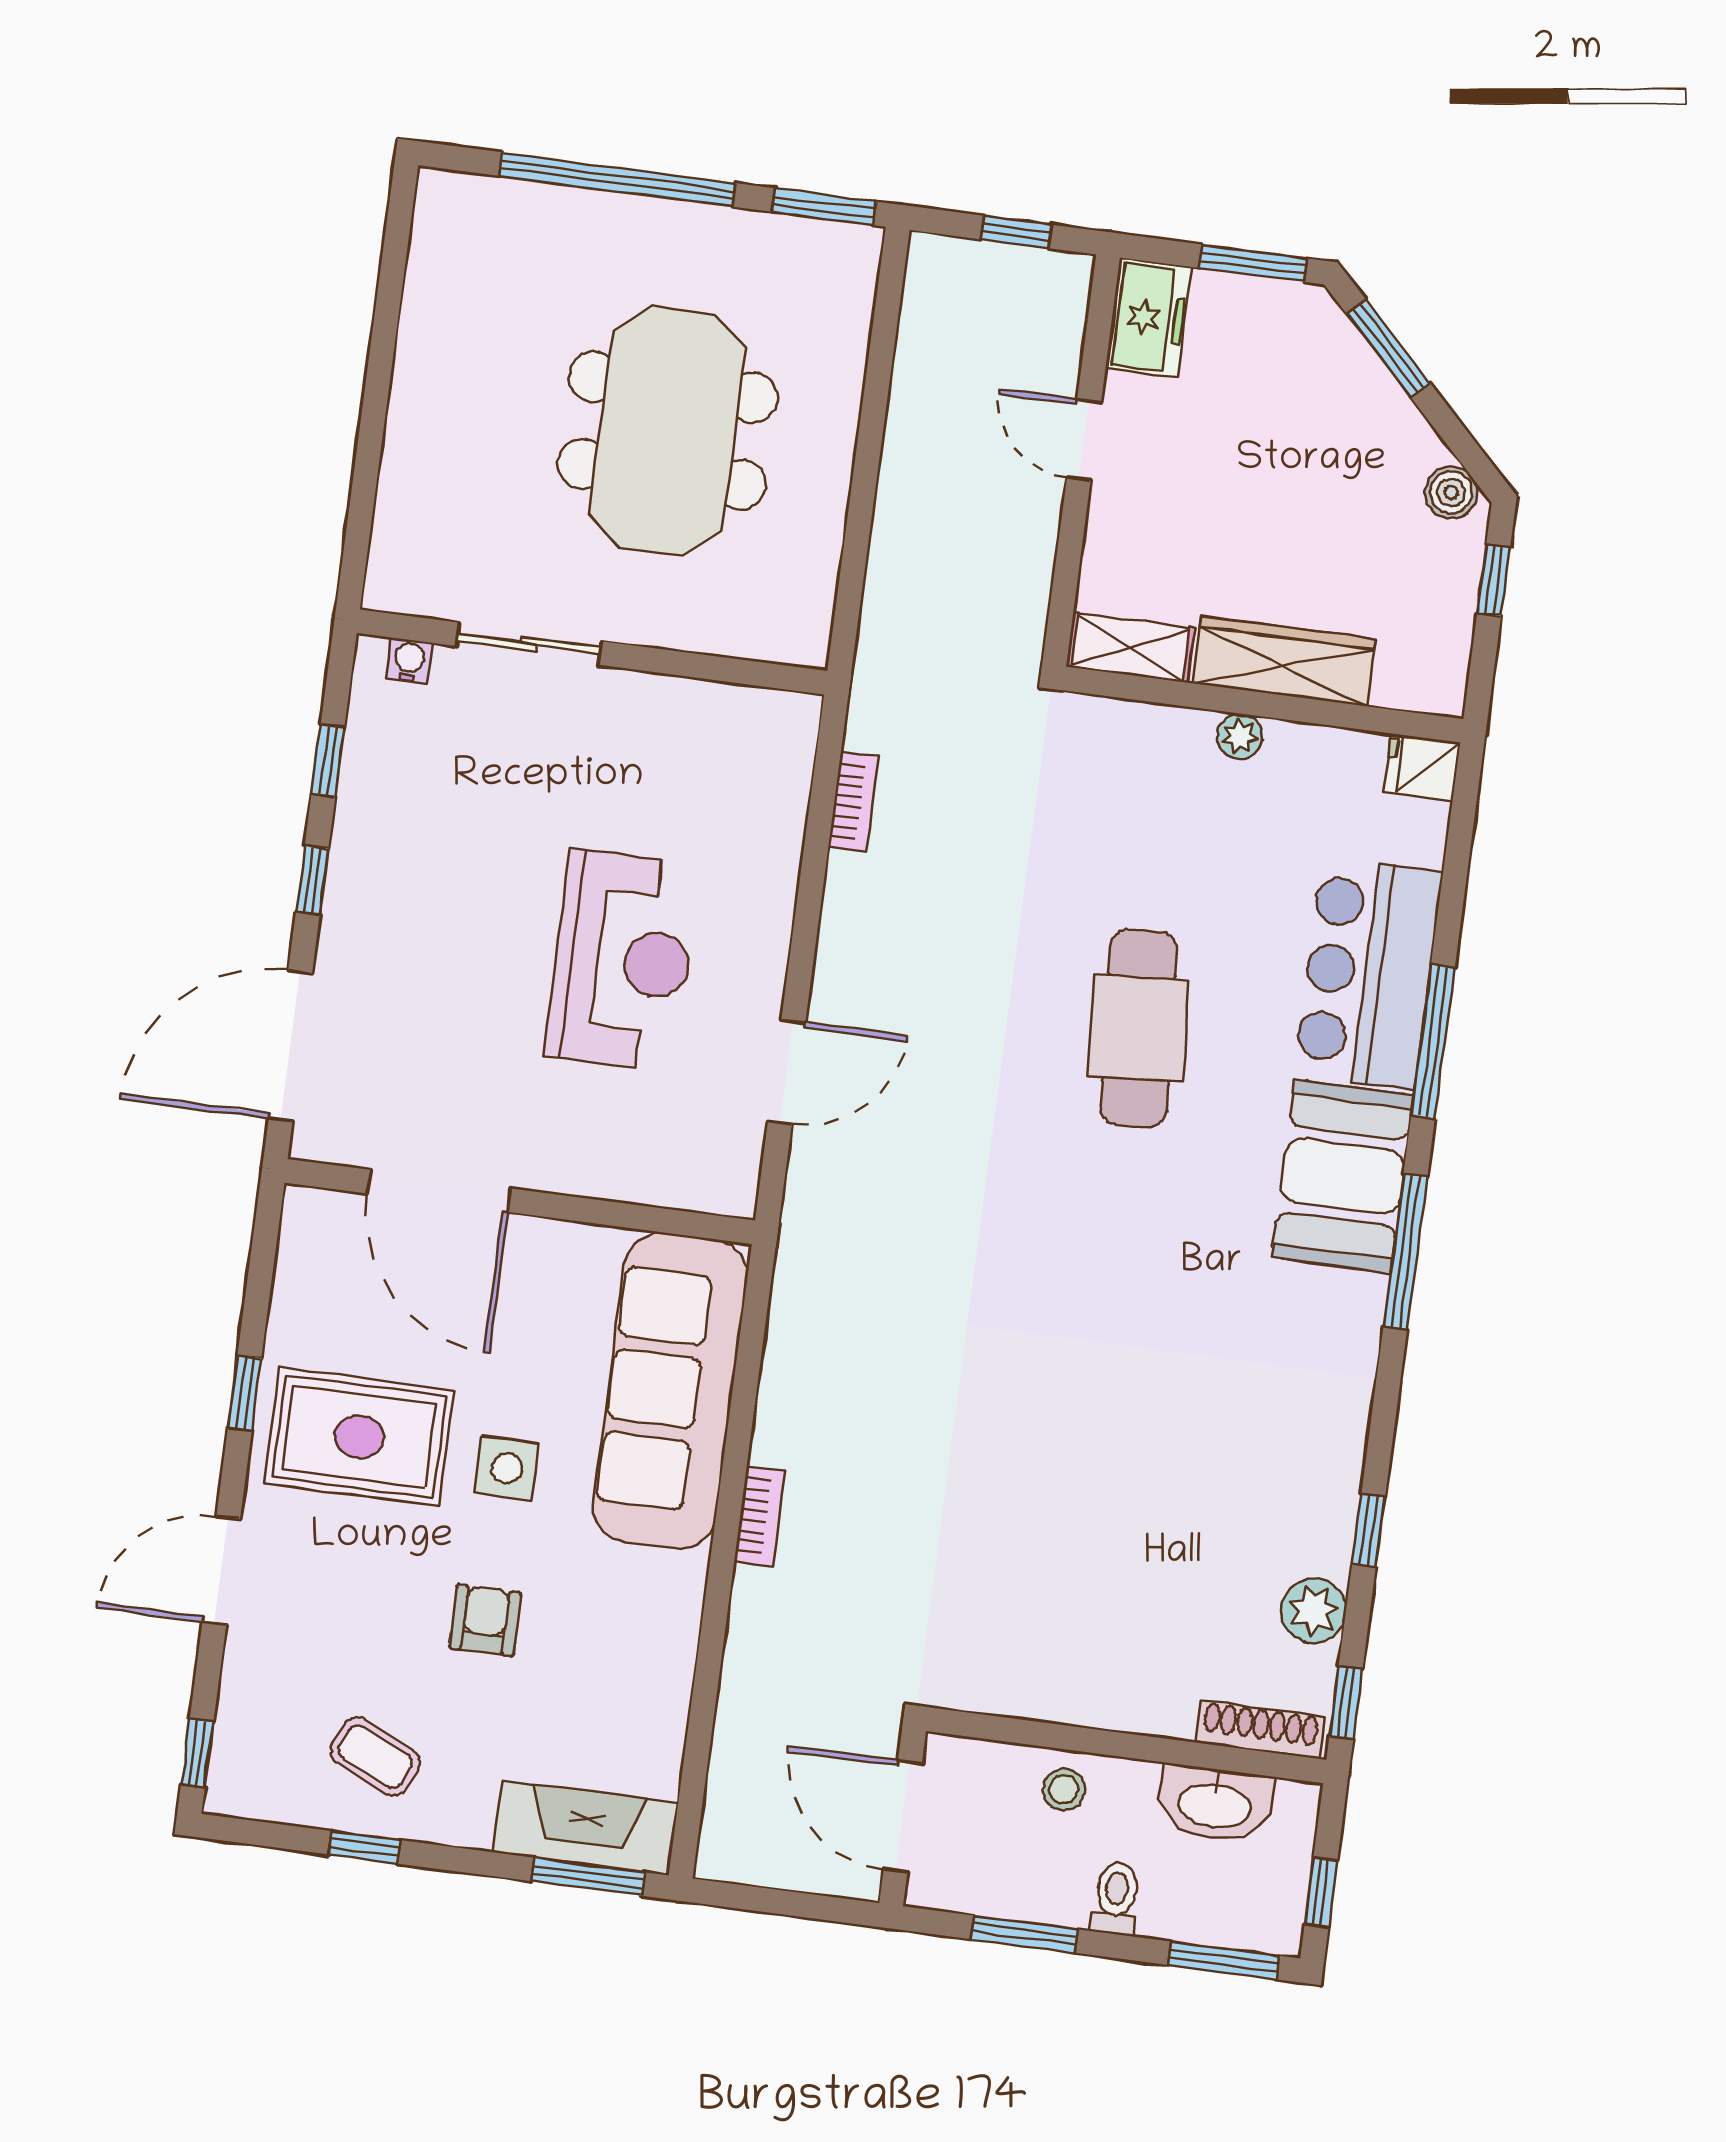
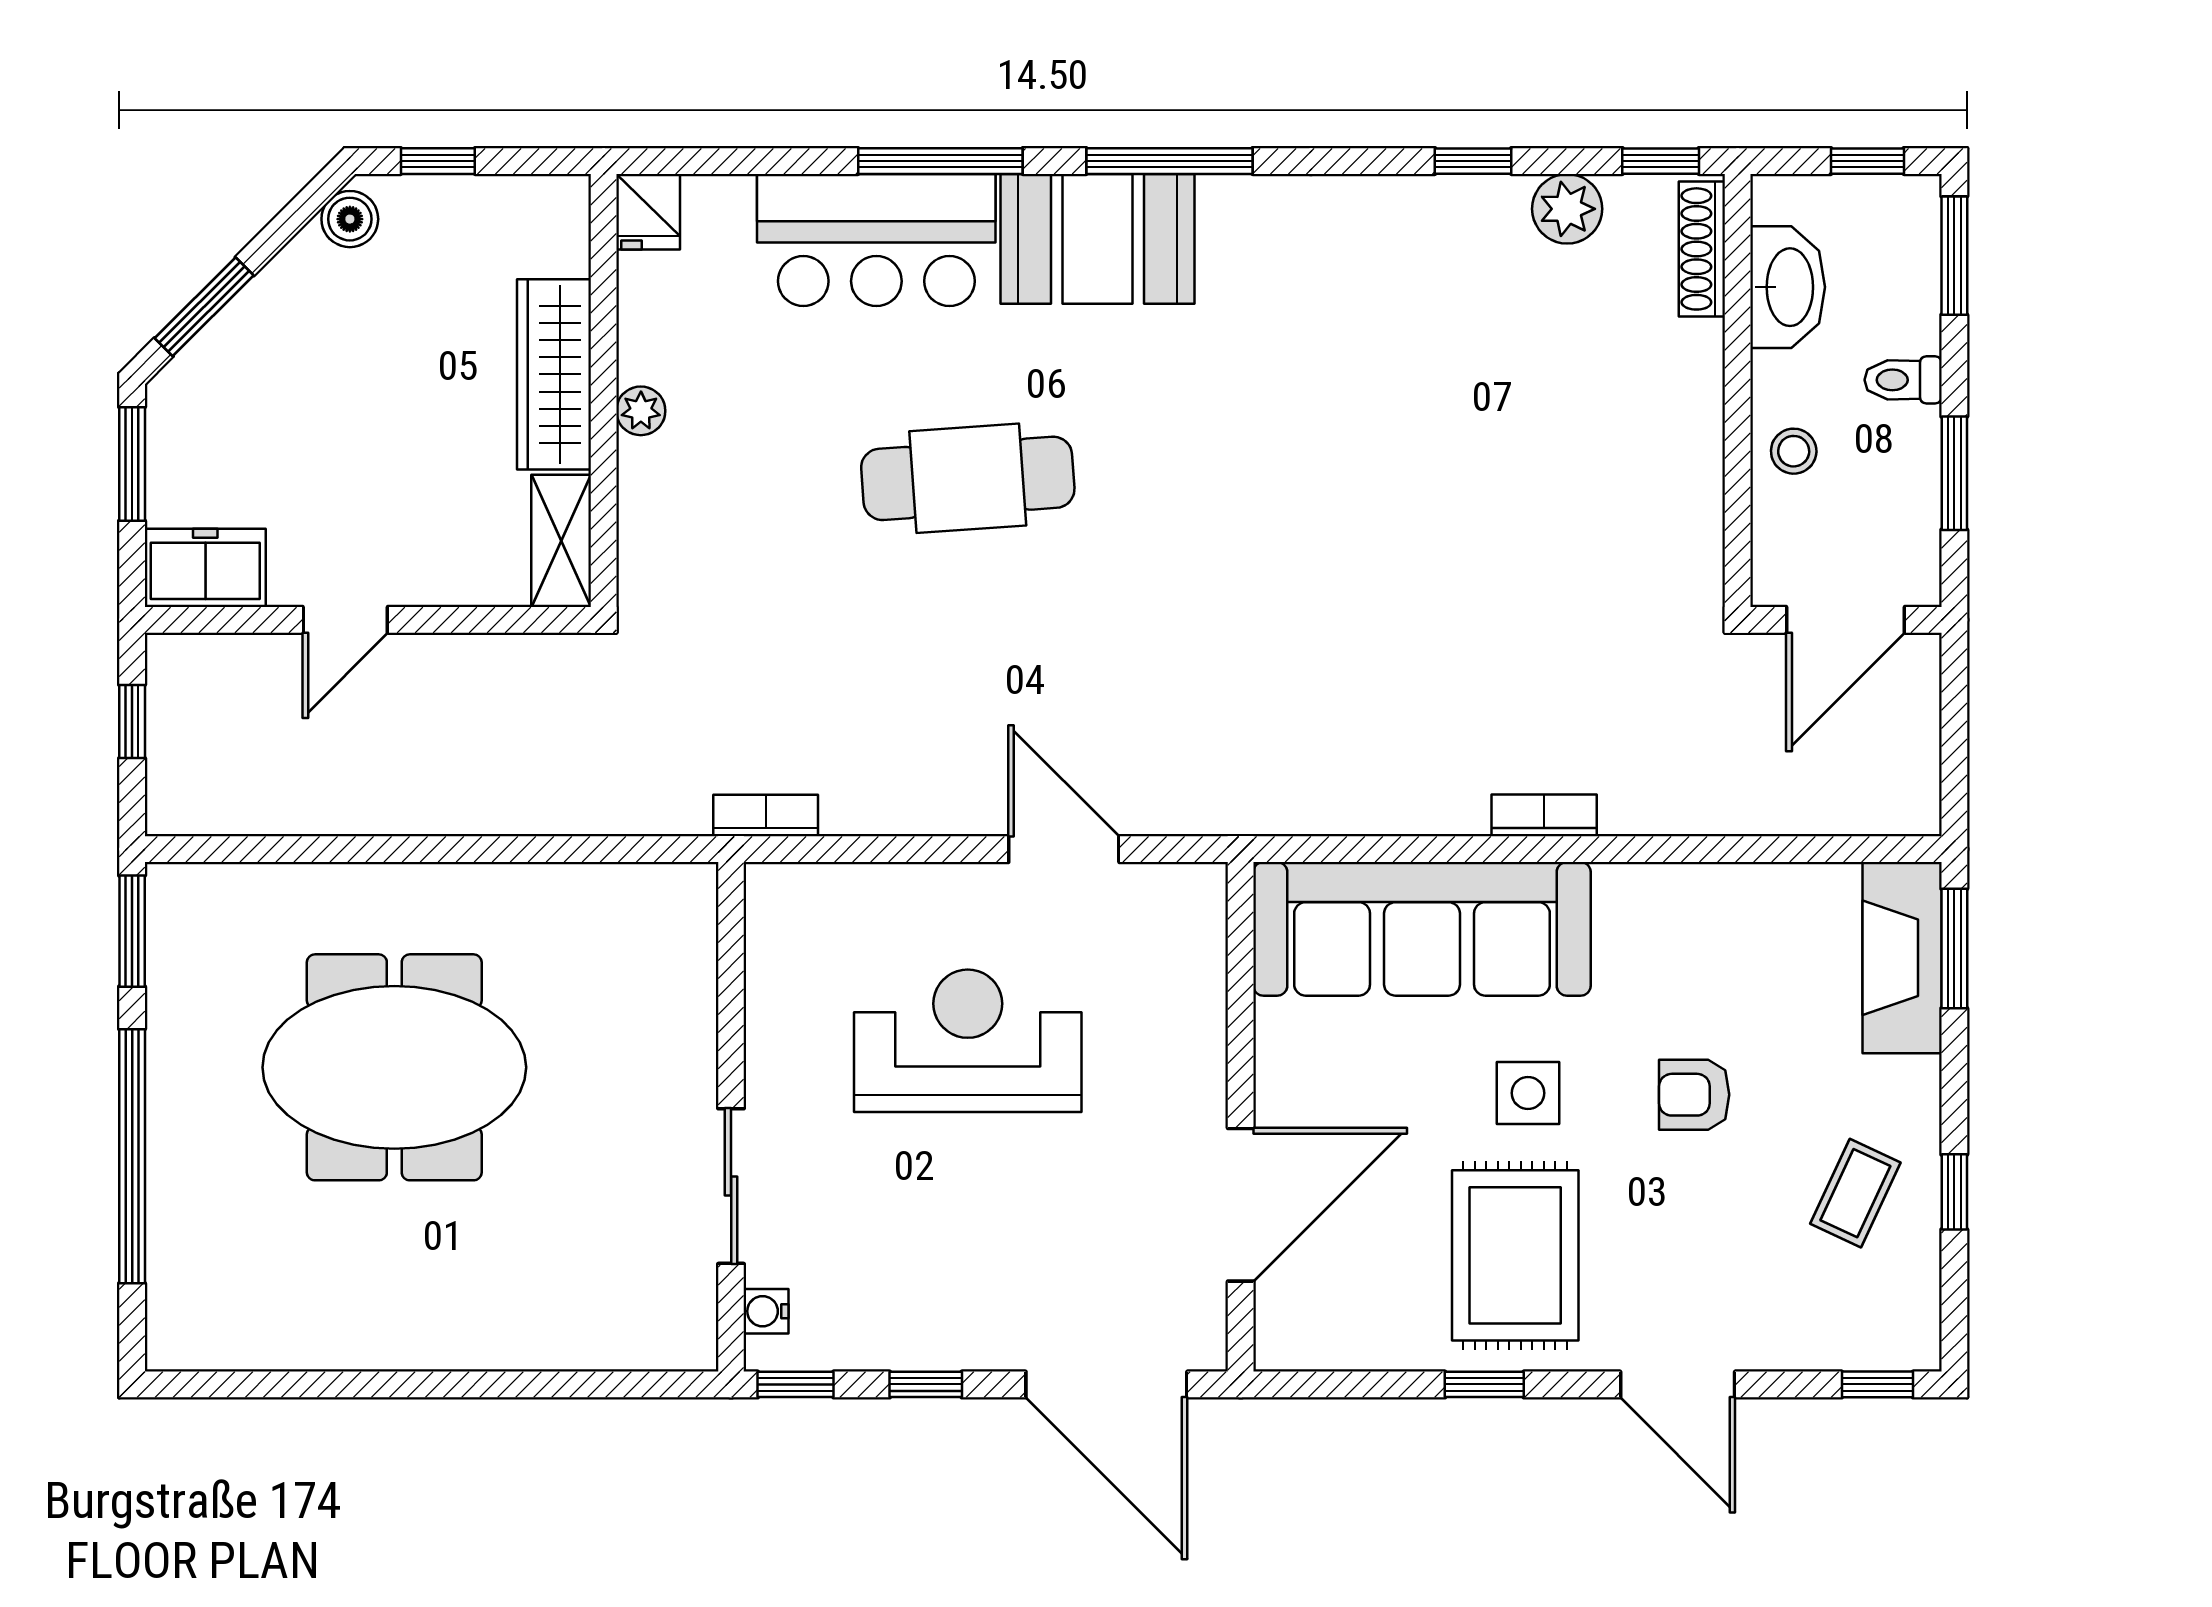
sliding door: (528, 644) -> (731, 1186), moved
wall: (592, 652) -> (731, 1117), moved
water cooler: (409, 661) -> (766, 1311), moved

